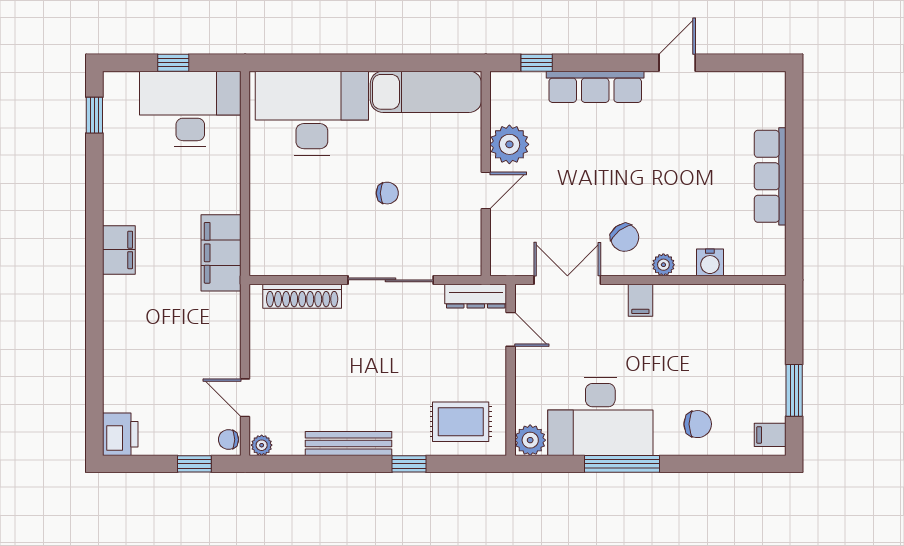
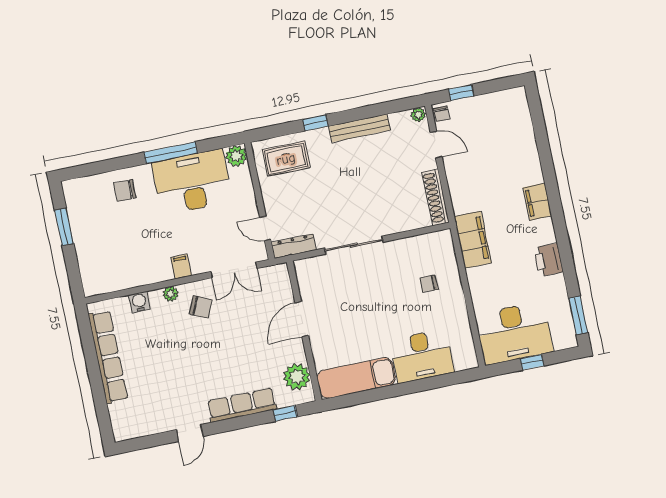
desk: (312, 113) -> (422, 356), width x0.73, depth x0.77
window: (94, 115) -> (578, 315), width x1.50
plant: (509, 144) -> (297, 377), moved
row of seats: (770, 176) -> (108, 357), width x1.36
door: (486, 191) -> (302, 319), width x1.38
chair: (387, 193) -> (429, 284), moved
chair: (625, 238) -> (201, 307), turned 151
filing cabinet: (119, 250) -> (537, 202), moved
shoe rack: (302, 296) -> (436, 197), moved, turned -90
printer: (120, 434) -> (548, 260), moved
filing cabinet: (770, 435) -> (74, 193), removed
chair: (229, 440) -> (441, 114), turned 90

